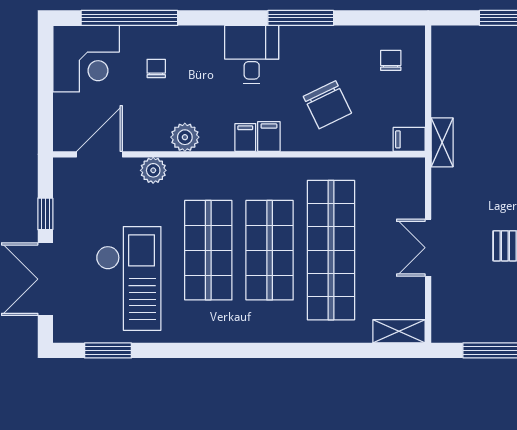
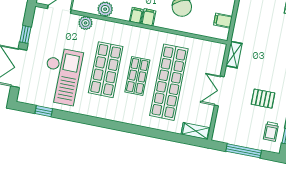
filing cabinet: (409, 139) -> (223, 21), moved
shelving: (442, 142) -> (234, 55), moved
shop shelf: (270, 250) -> (137, 76), width x0.70, depth x0.74
window: (108, 350) -> (44, 111), width x0.67

